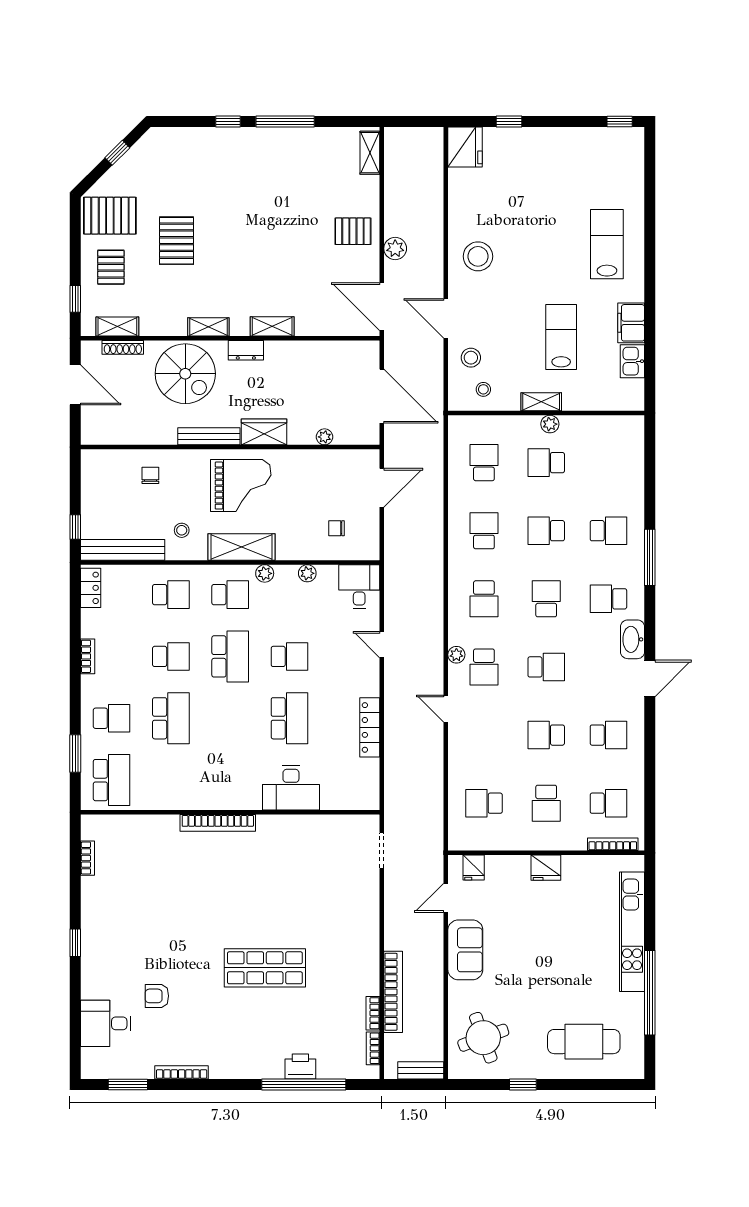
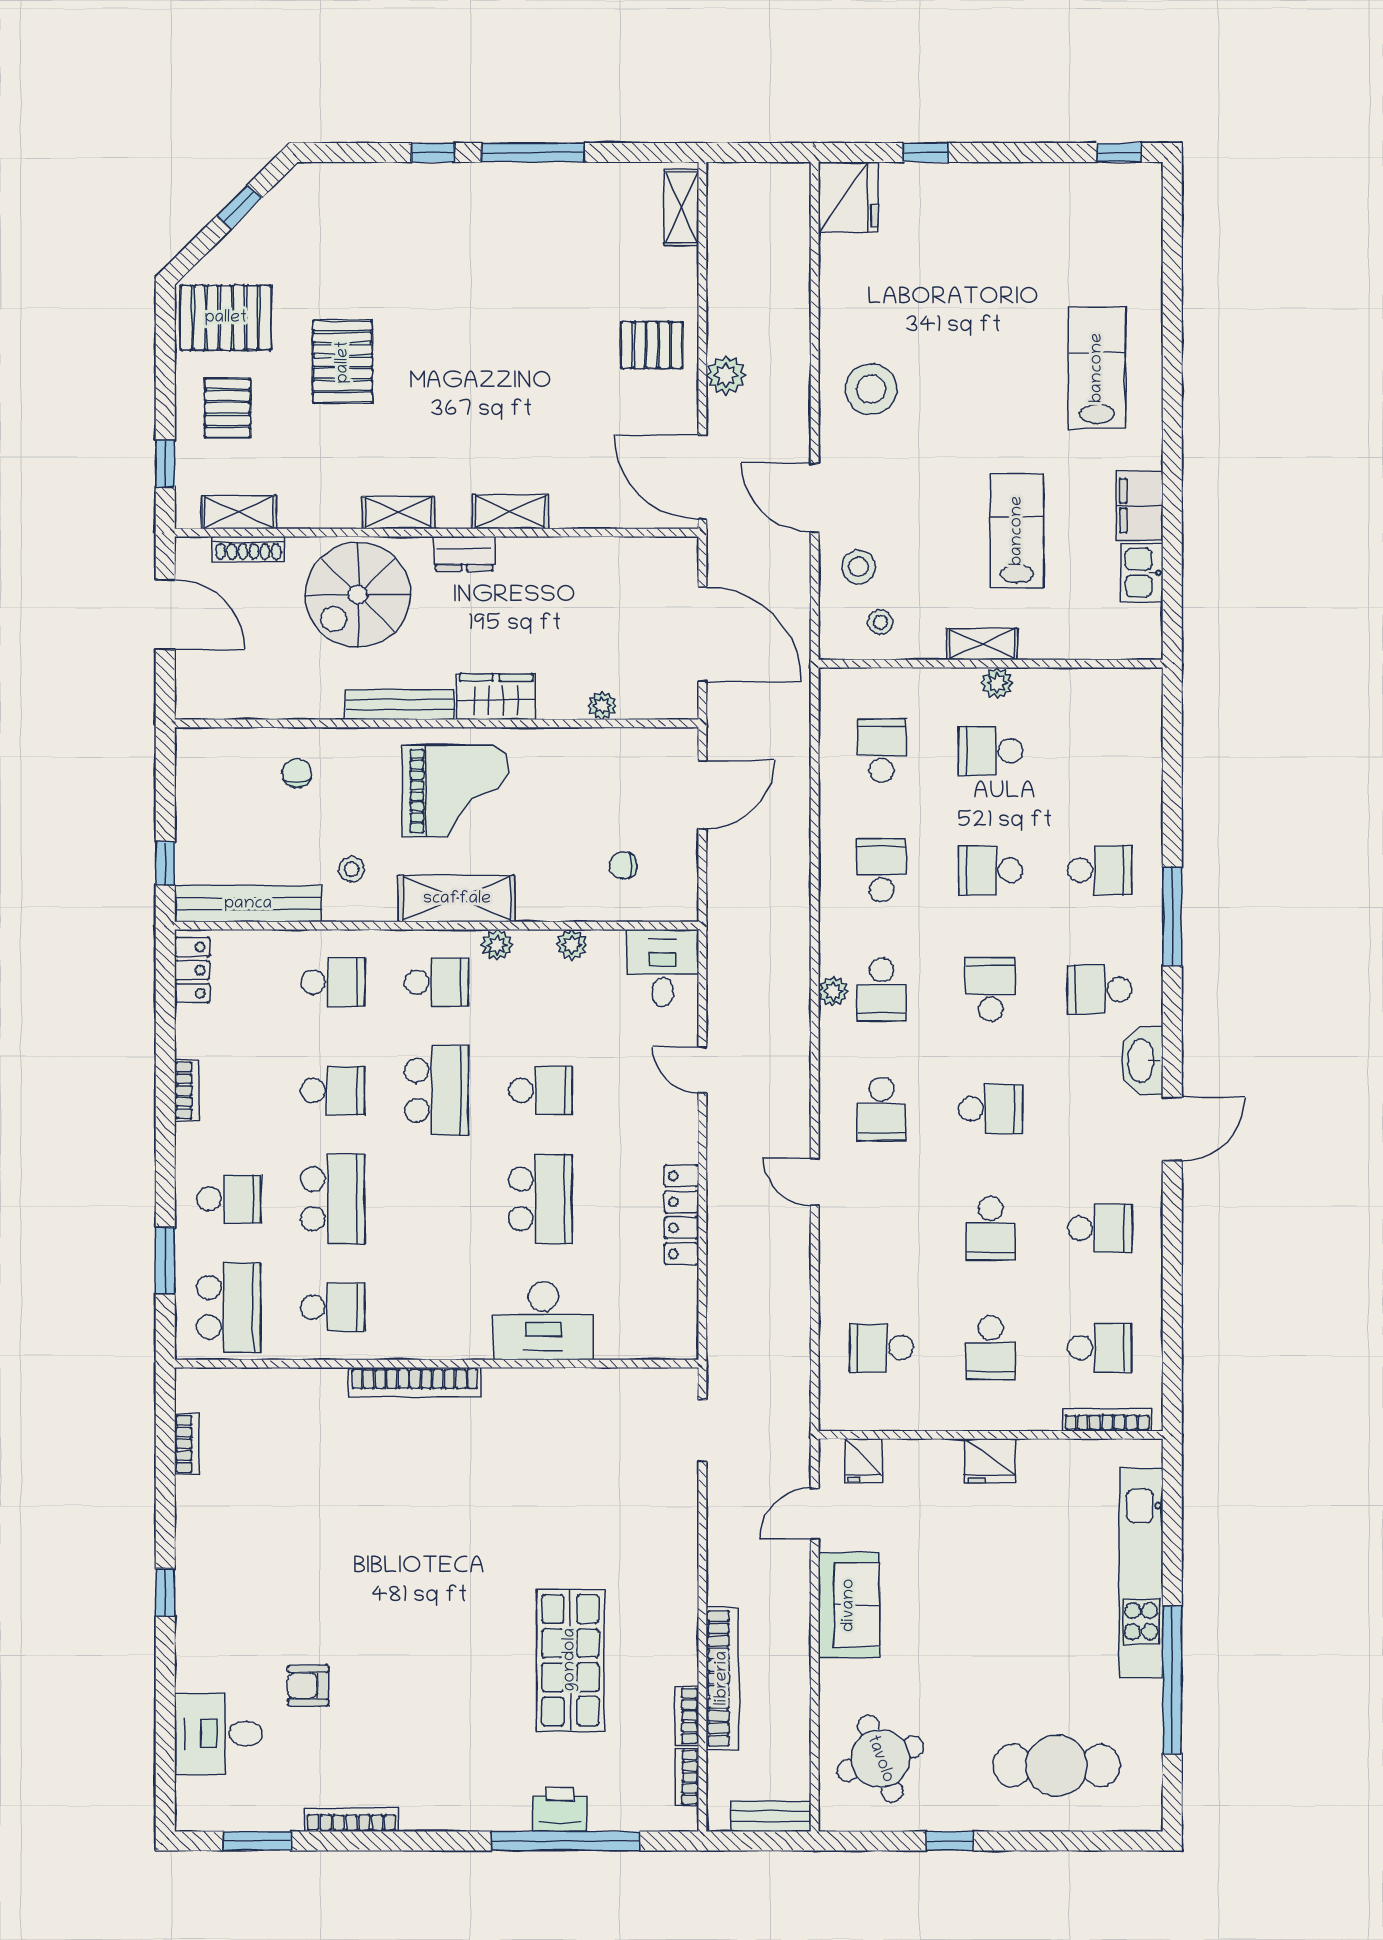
spiral stairs: (185, 374) -> (358, 595), turned 90
plant: (456, 655) -> (833, 991), moved
school desk: (546, 735) -> (991, 1228), turned -90
school desk: (171, 780) -> (333, 1307), added
shop shelf: (265, 968) -> (570, 1660), moved, turned 90

